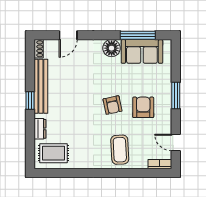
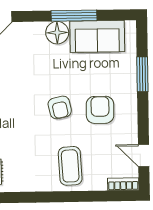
window: (138, 35) -> (74, 16), moved
window: (176, 95) -> (142, 74), moved

